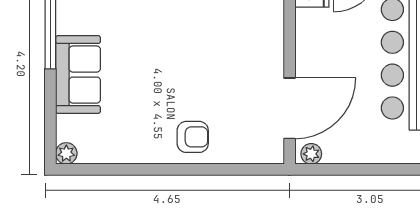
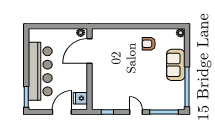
armchair: (193, 137) -> (149, 44), moved

